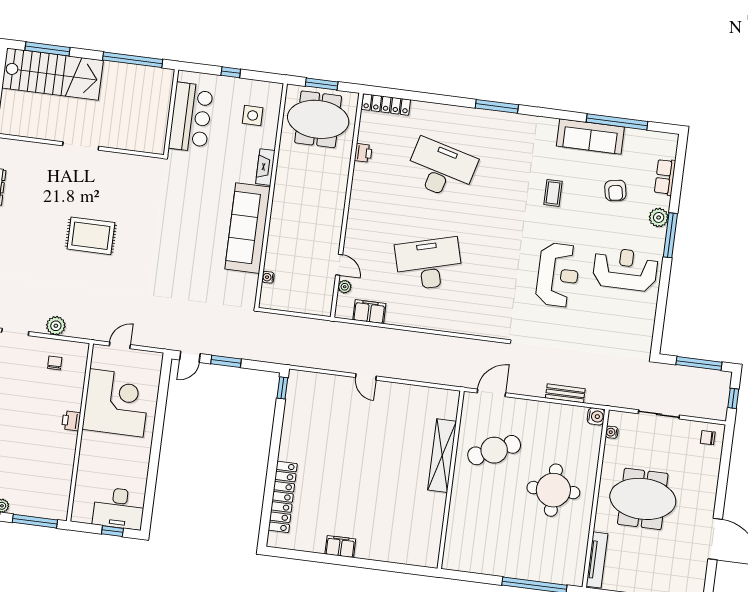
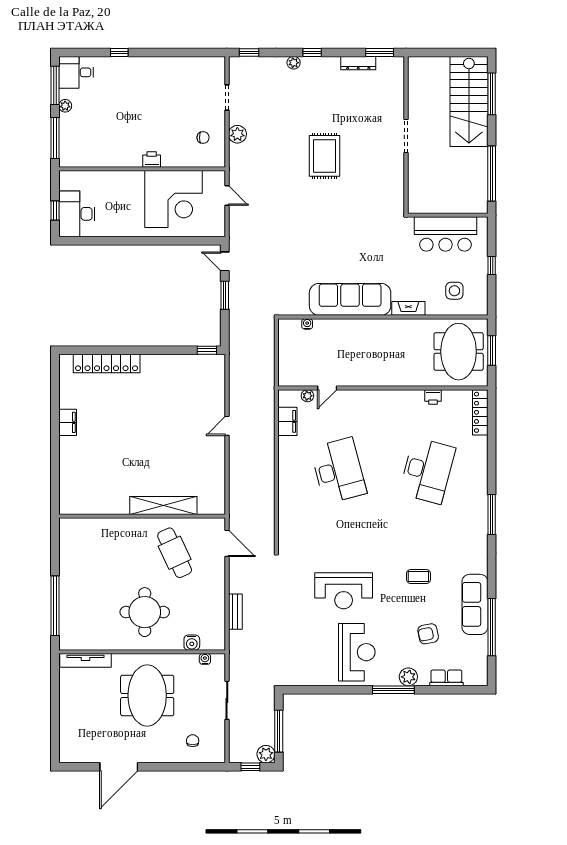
plant: (722, 380) -> (266, 754), added
water cooler: (596, 416) -> (192, 643), moved
chair: (708, 438) -> (193, 741), moved

